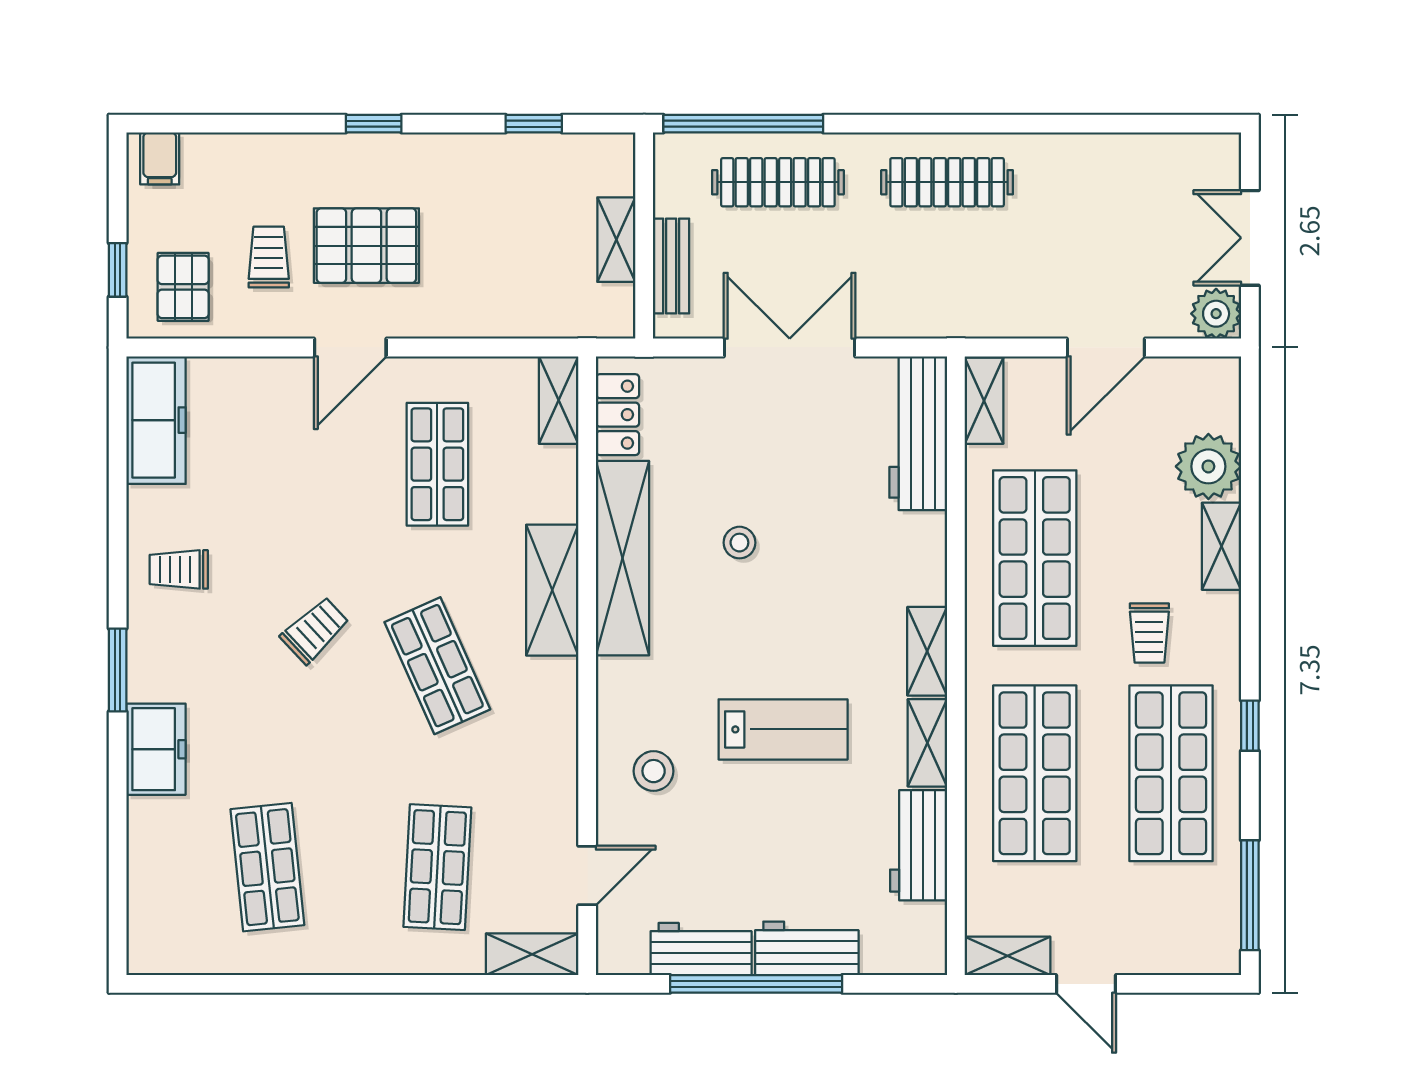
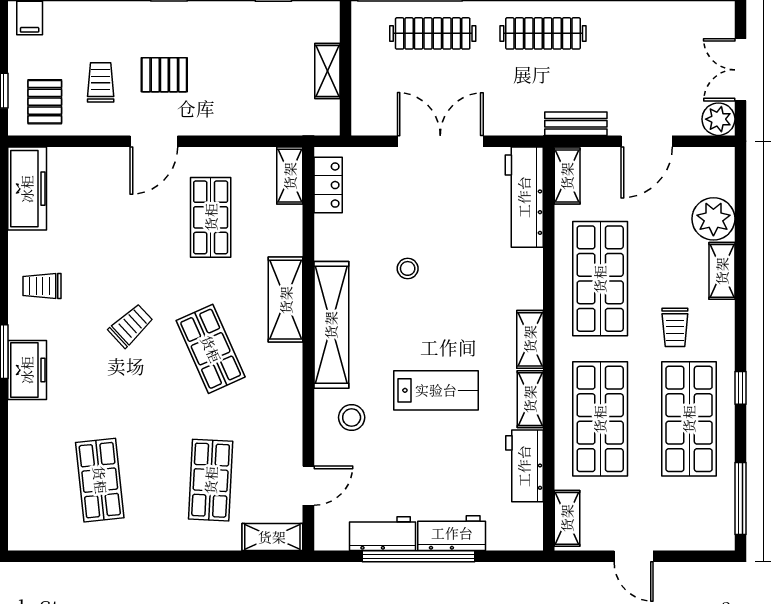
pallet: (366, 246) -> (164, 75), width x0.67, depth x0.71
bench: (671, 266) -> (576, 124), moved, turned 90
shelving: (622, 558) -> (331, 325), moved
freezer: (156, 749) -> (27, 370), moved
shelving: (1007, 956) -> (567, 518), moved, turned 90

